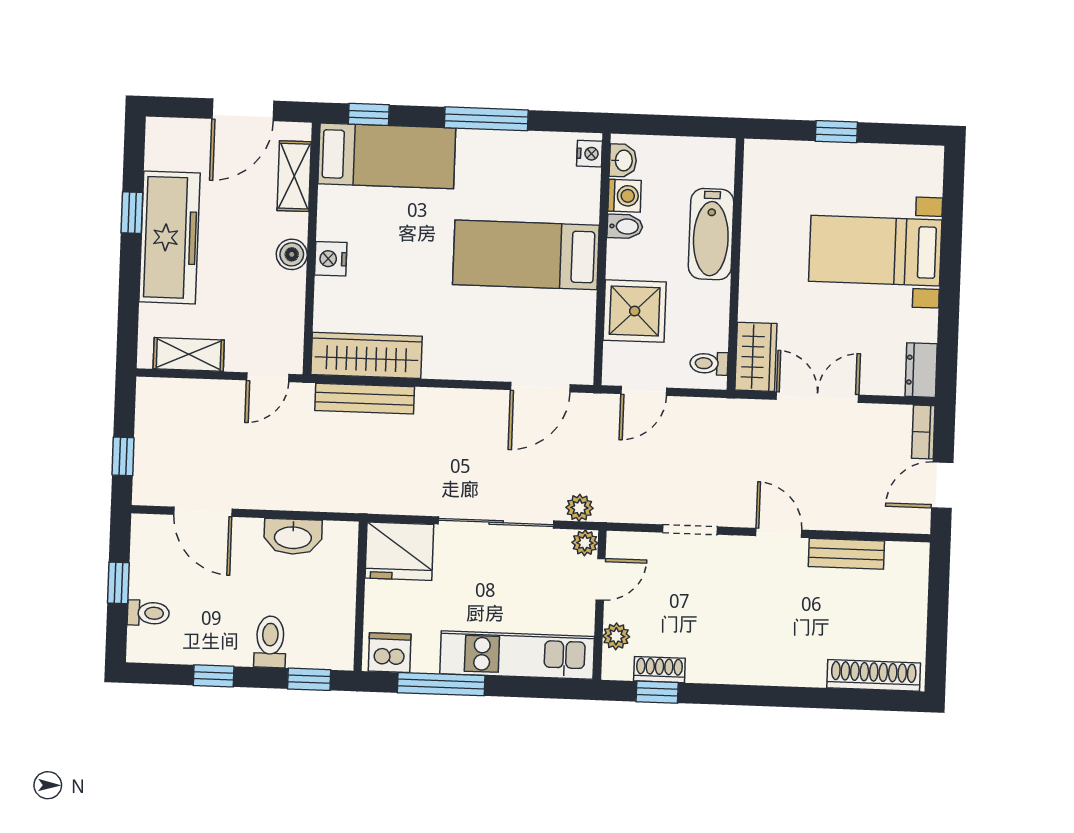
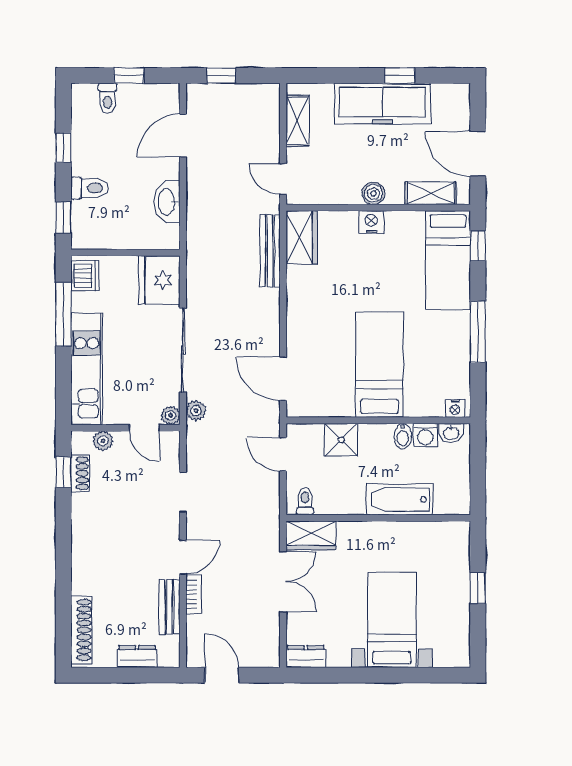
shower: (635, 311) -> (341, 440), width x0.73, depth x0.73
wardrobe: (367, 355) -> (302, 237), width x0.67
bookcase: (923, 432) -> (194, 594), moved, turned 90
dresser: (913, 601) -> (137, 657), added

